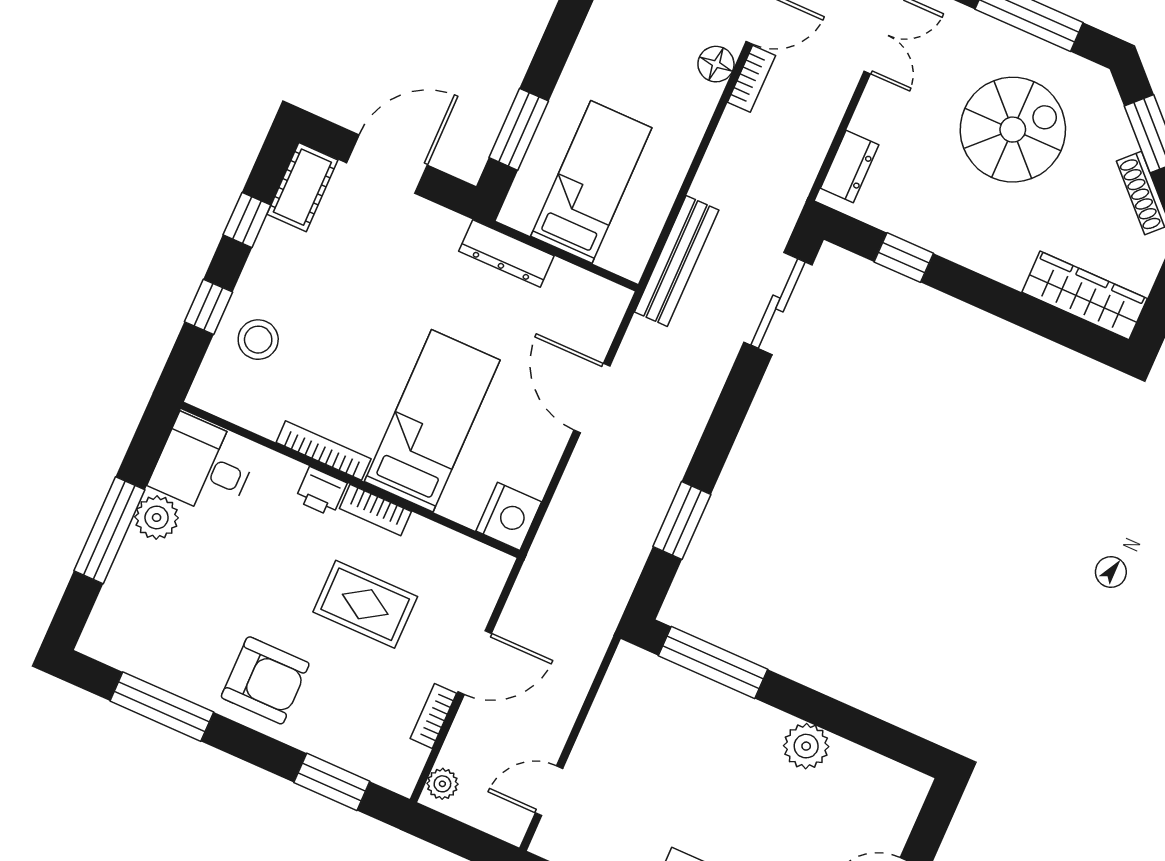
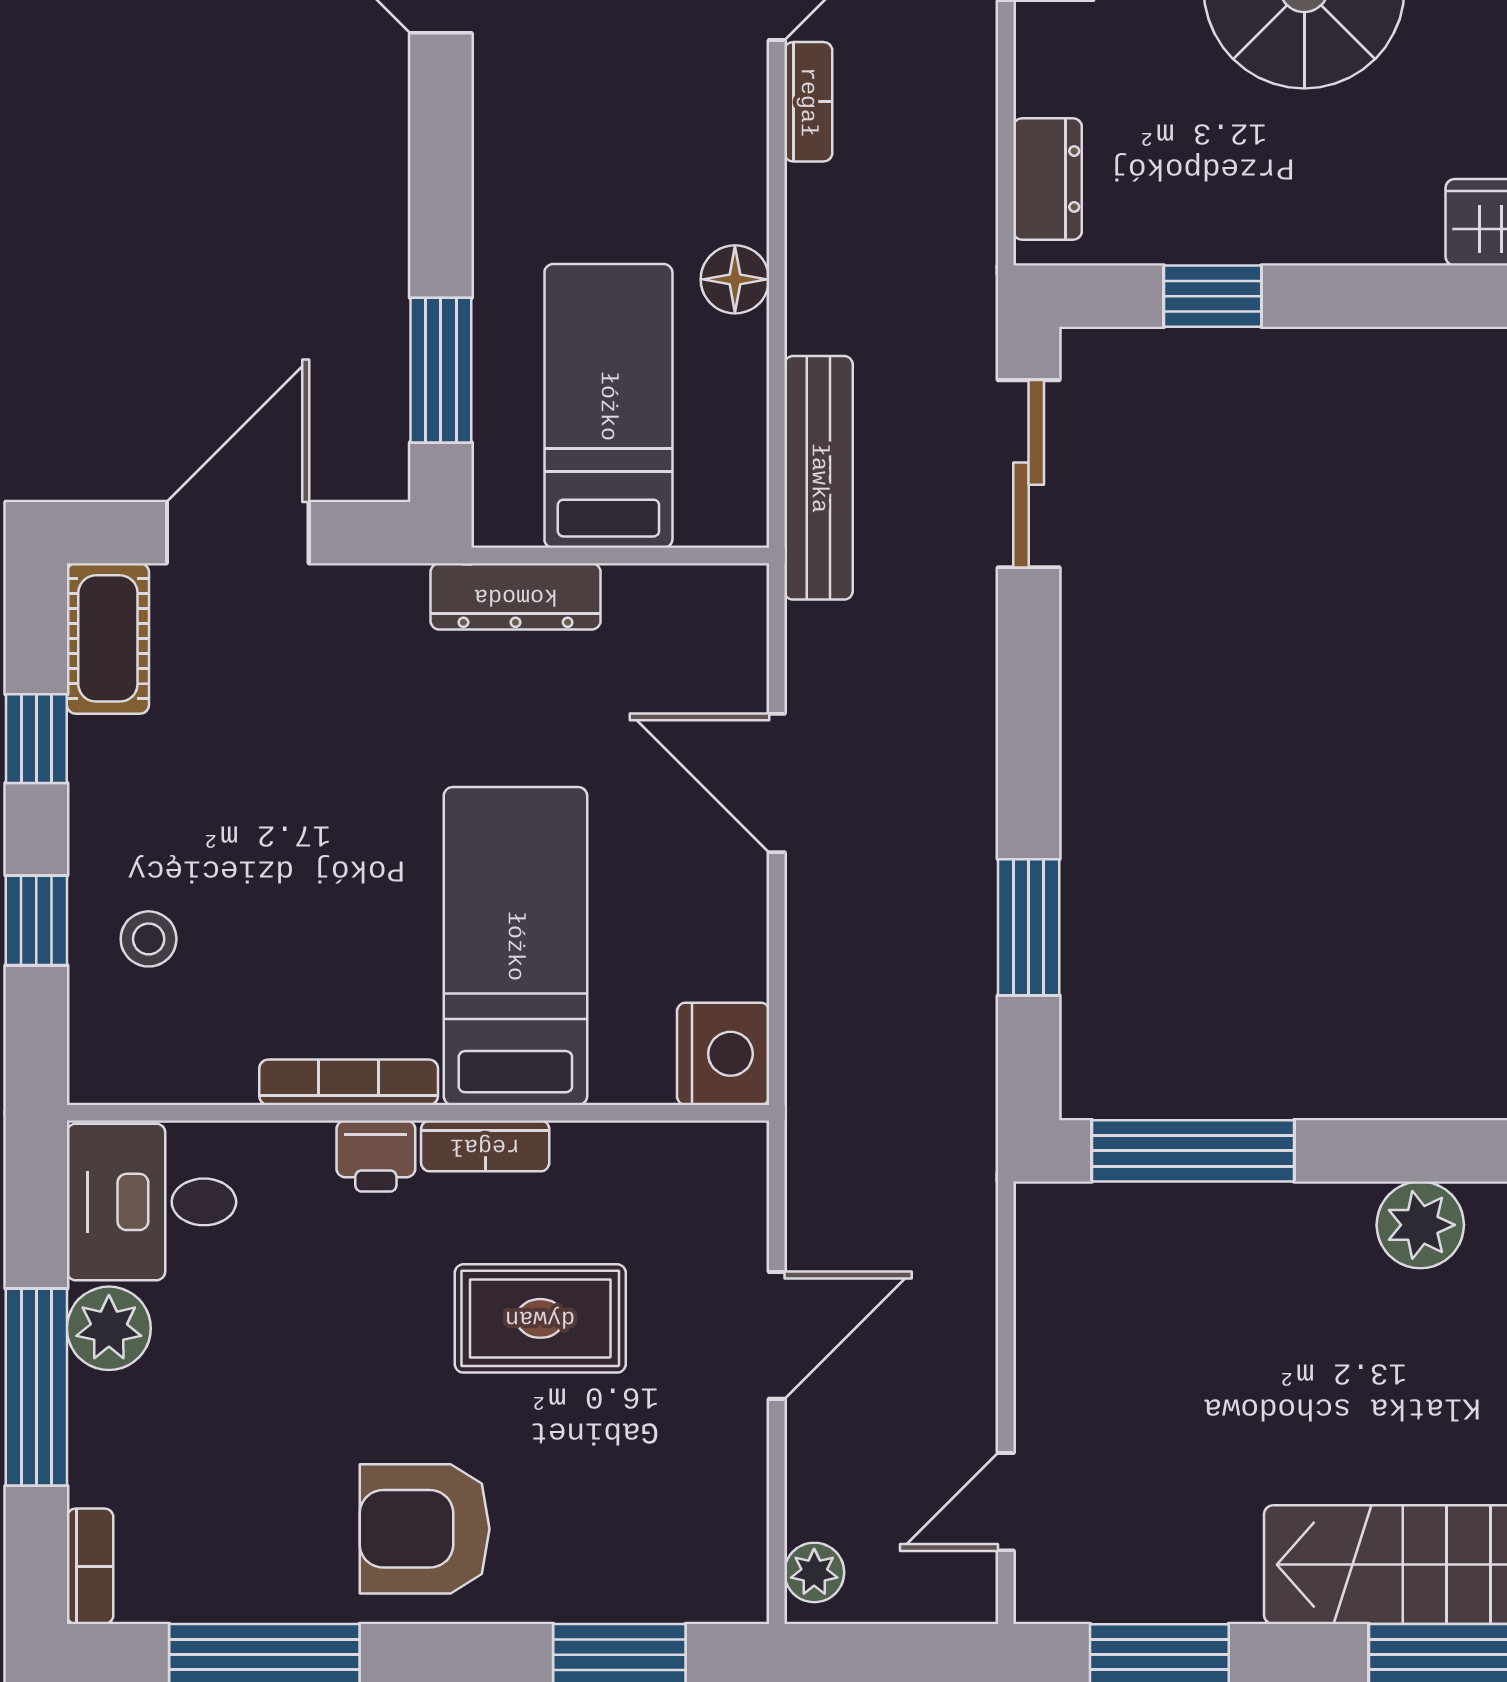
floor lamp: (716, 64) -> (735, 279), moved
stool: (258, 340) -> (149, 939), width x0.73, depth x0.73
armchair: (265, 680) -> (425, 1529), turned 180
bookcase: (433, 716) -> (90, 1566), moved, turned 180

